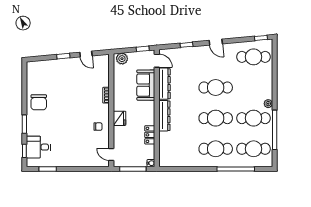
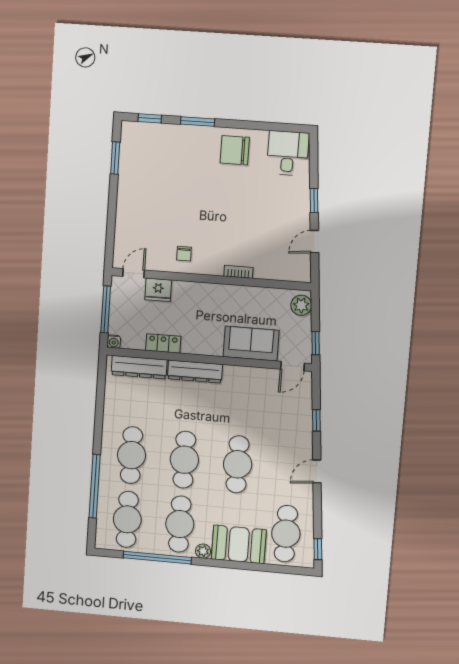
booth: (262, 83) -> (239, 544), added
dresser: (164, 84) -> (139, 367), moved
fridge: (120, 118) -> (158, 290), moved
desk: (38, 147) -> (288, 153), moved

